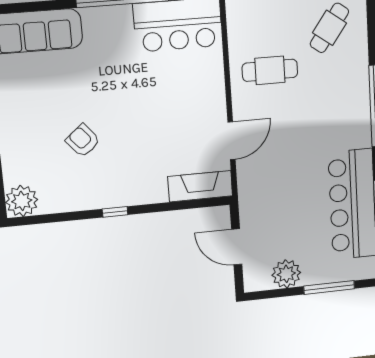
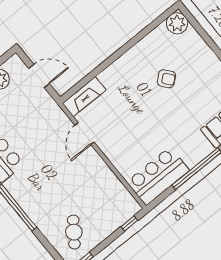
cafe table: (270, 70) -> (91, 186), removed
window: (115, 212) -> (122, 51), removed

